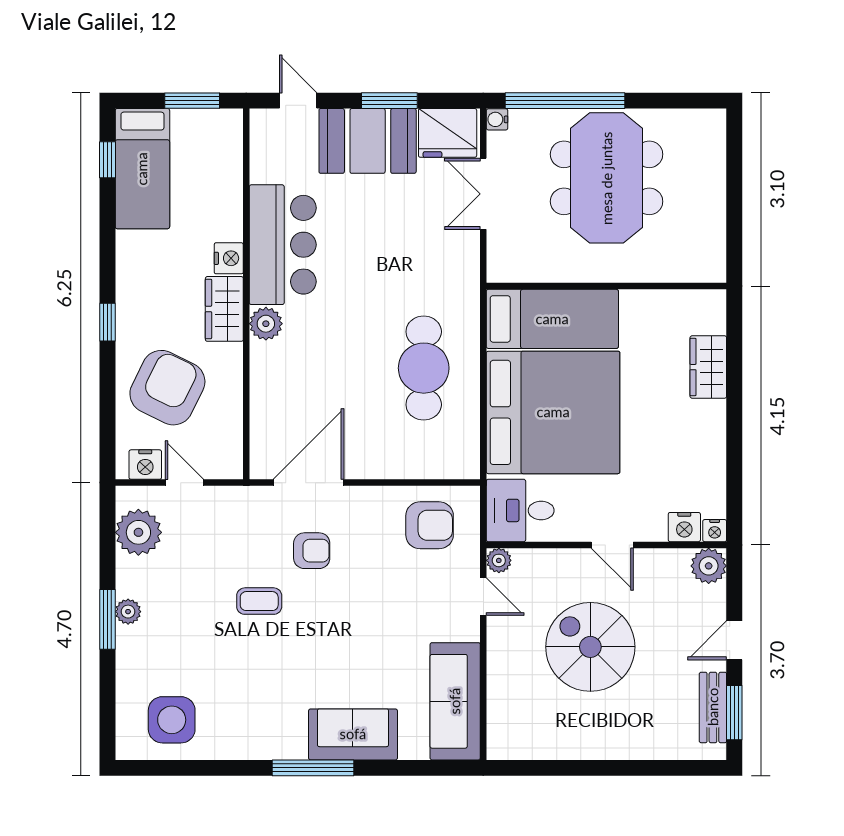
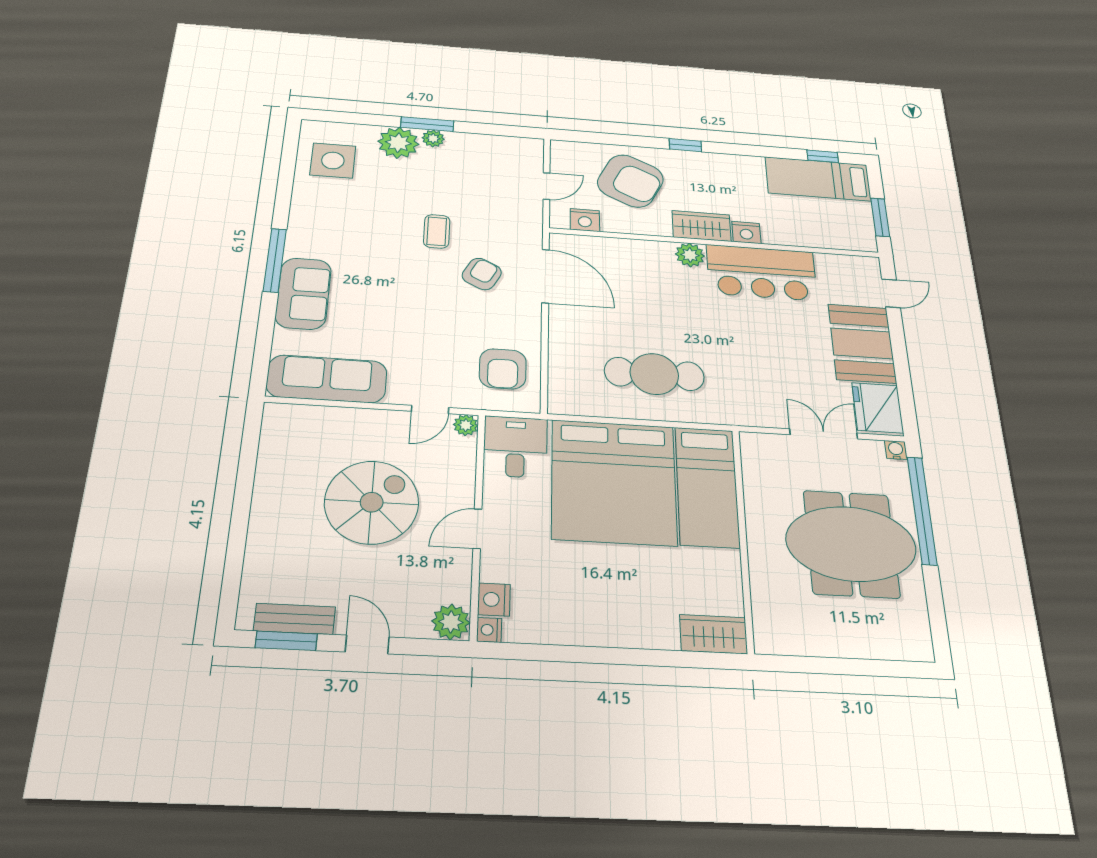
window: (389, 101) -> (901, 363), removed
wardrobe: (708, 367) -> (714, 634), moved
nightstand: (145, 465) -> (585, 220), moved, turned -90
plant: (138, 532) -> (398, 143), moved
armchair: (312, 551) -> (482, 274), turned -153

